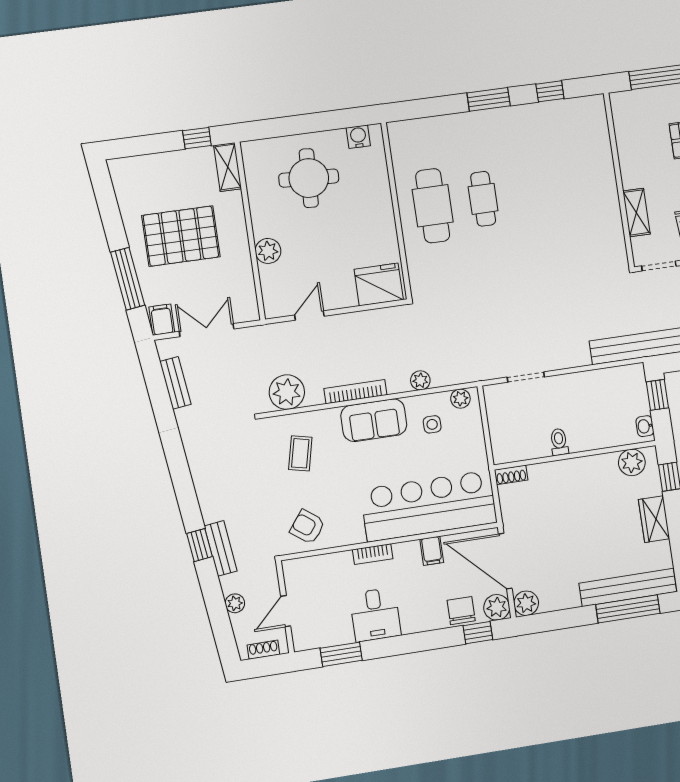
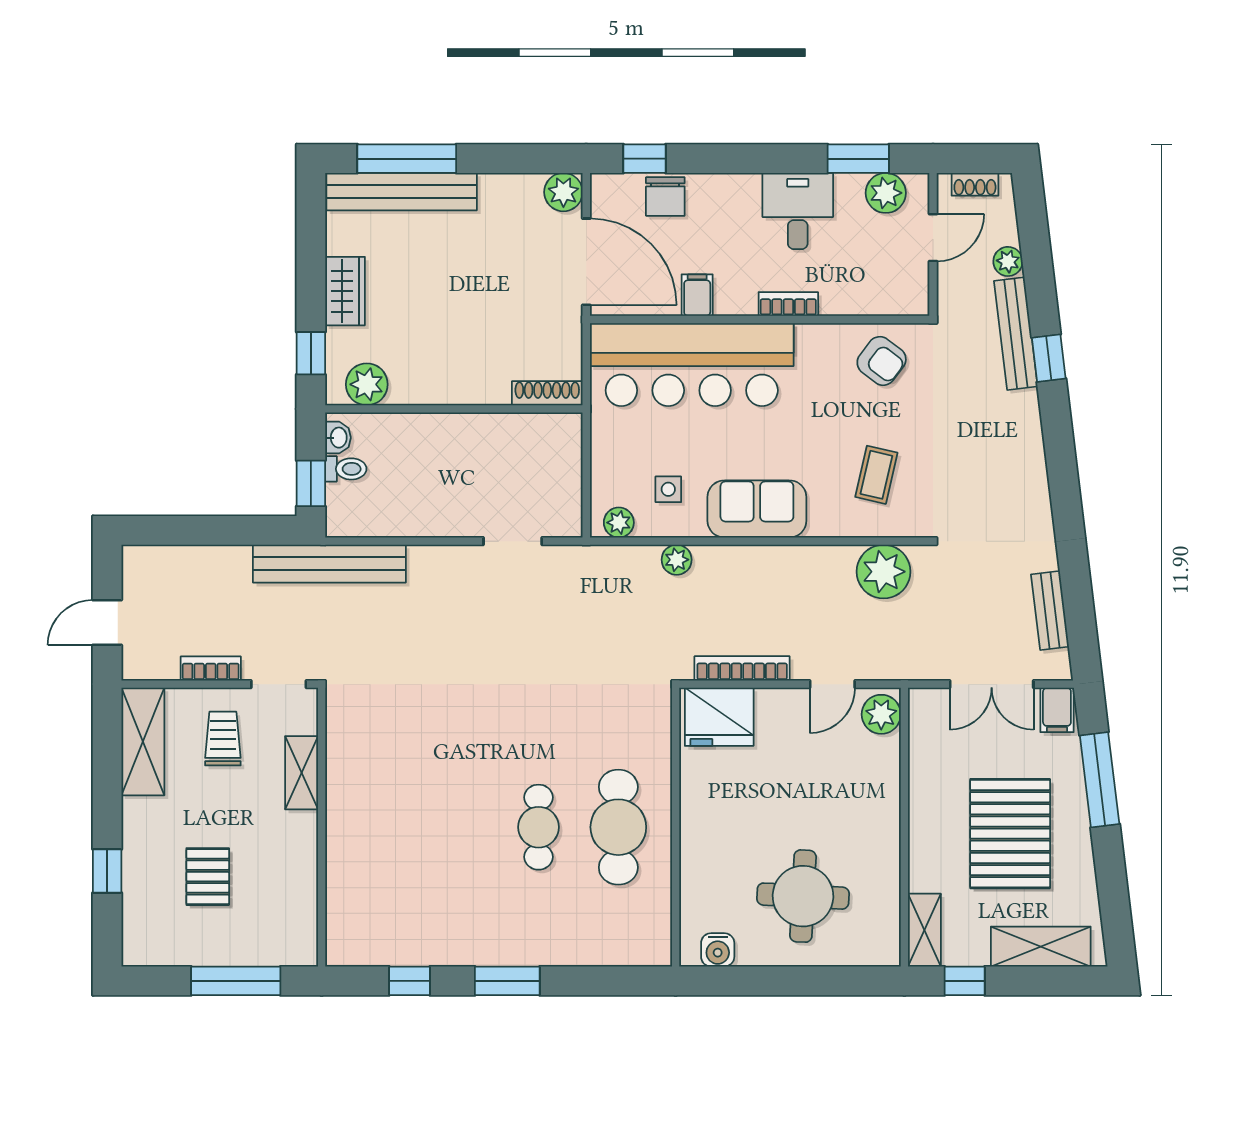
shelving: (151, 167) -> (1041, 947), added
pallet: (181, 236) -> (1010, 834), turned 90
plant: (268, 251) -> (881, 714), moved
bookcase: (355, 392) -> (742, 668), moved, turned 180
toilet: (559, 442) -> (346, 469), moved, turned -90
shoe rack: (511, 475) -> (547, 393), width x1.43
bench: (221, 548) -> (1016, 334), width x1.36
plant: (497, 607) -> (886, 193), moved

